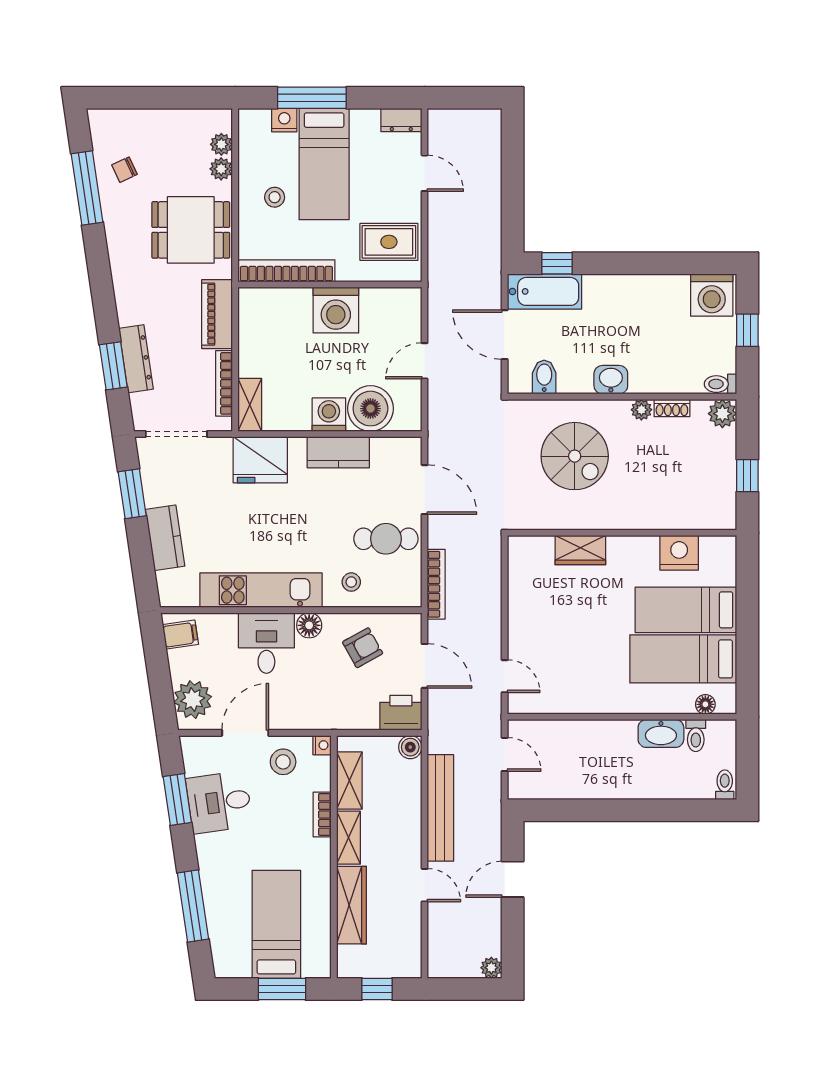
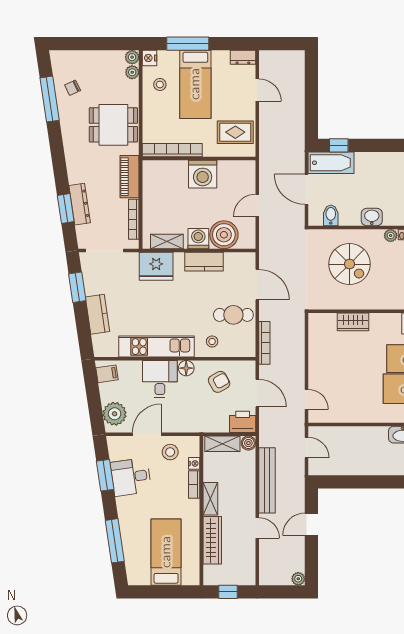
nightstand: (284, 120) -> (149, 58), moved, turned -90
plant: (221, 169) -> (132, 57), moved
stool: (275, 197) -> (160, 84), moved
shelving: (250, 405) -> (167, 241), moved, turned 90
nightstand: (322, 745) -> (194, 463), moved
shelving: (349, 781) -> (222, 444), moved, turned 90
window: (282, 989) -> (169, 592), removed

